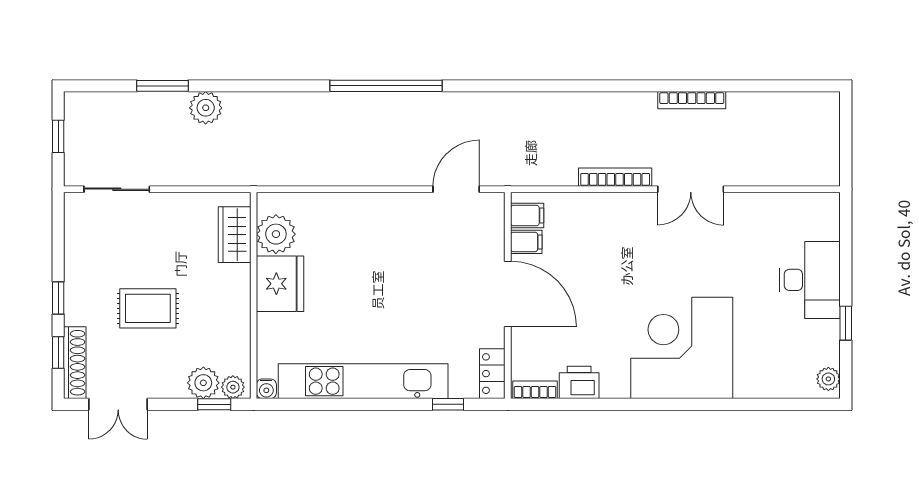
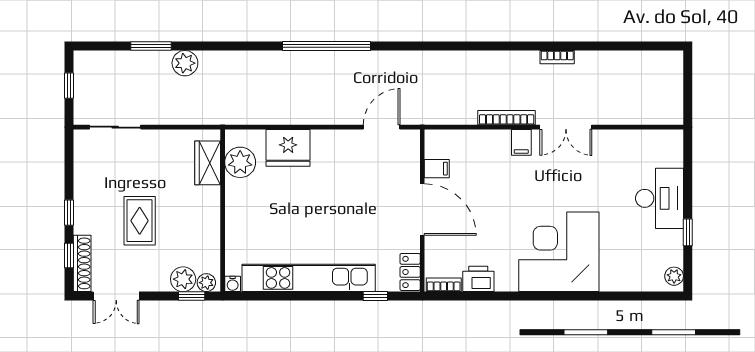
bookcase: (692, 100) -> (557, 57), width x0.64
filing cabinet: (527, 216) -> (521, 142), moved, turned 90
fridge: (280, 284) -> (288, 148), moved, turned 90
rug: (148, 308) -> (140, 221), turned 90

